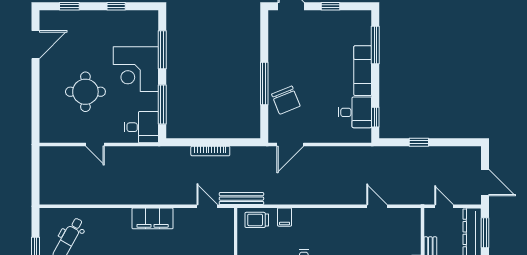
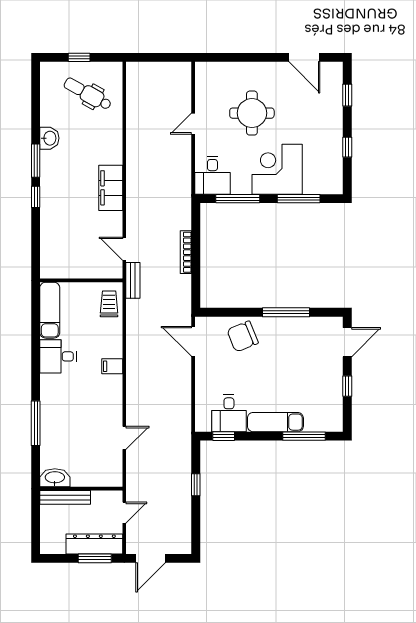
window: (264, 83) -> (286, 312), moved
bench: (241, 199) -> (133, 280), width x0.73
door: (207, 206) -> (124, 249), swing flipped
filing cabinet: (285, 217) -> (112, 366), moved

